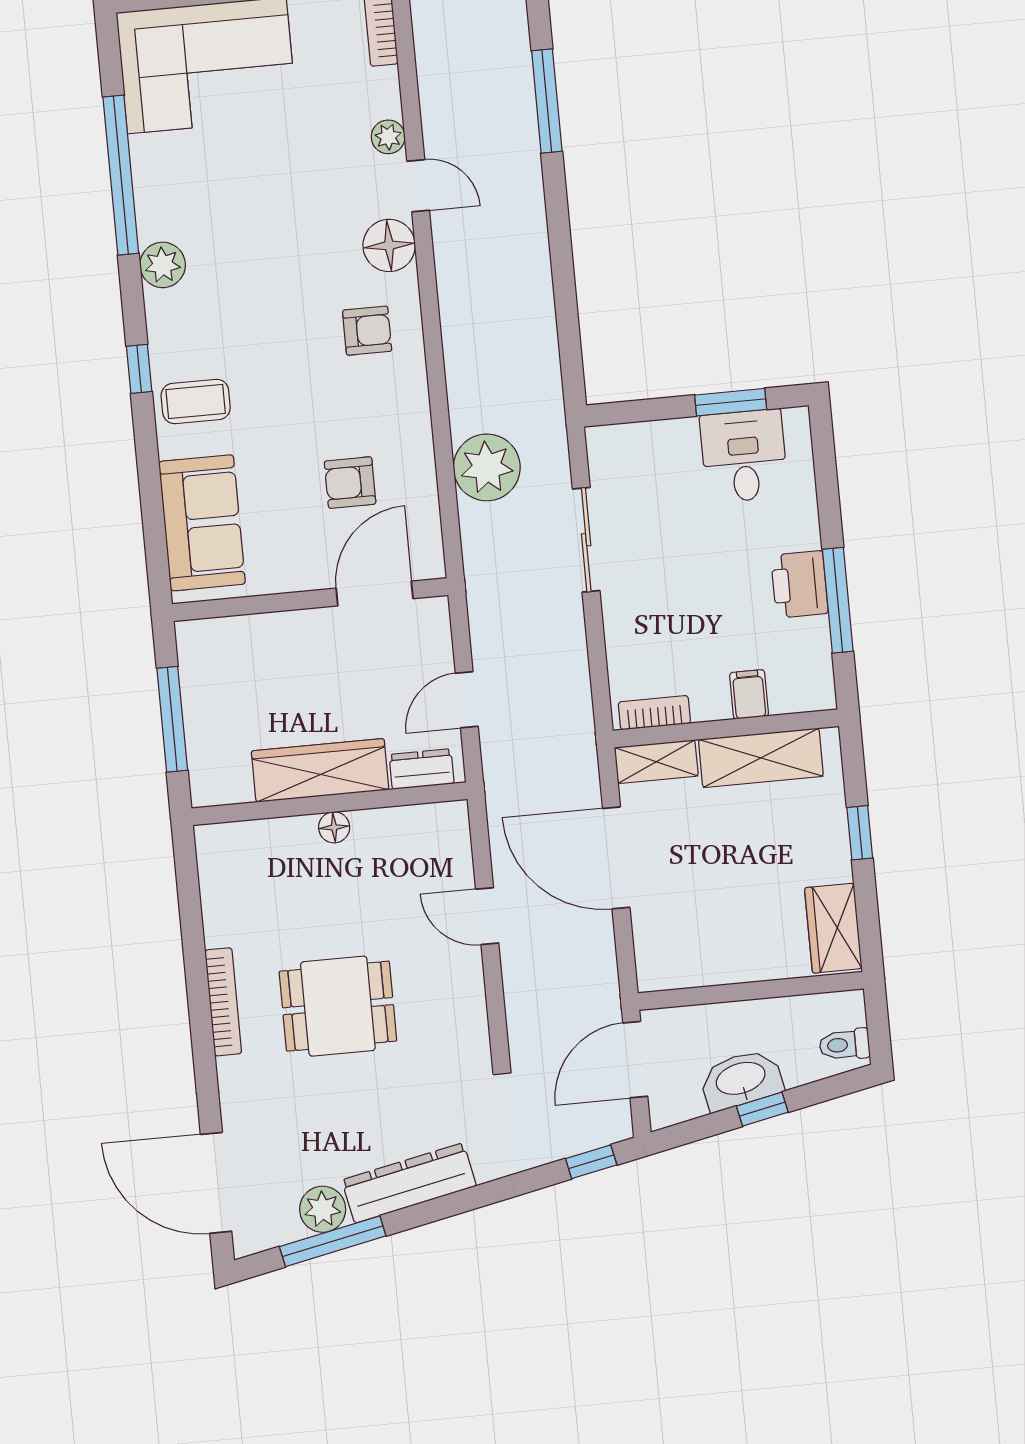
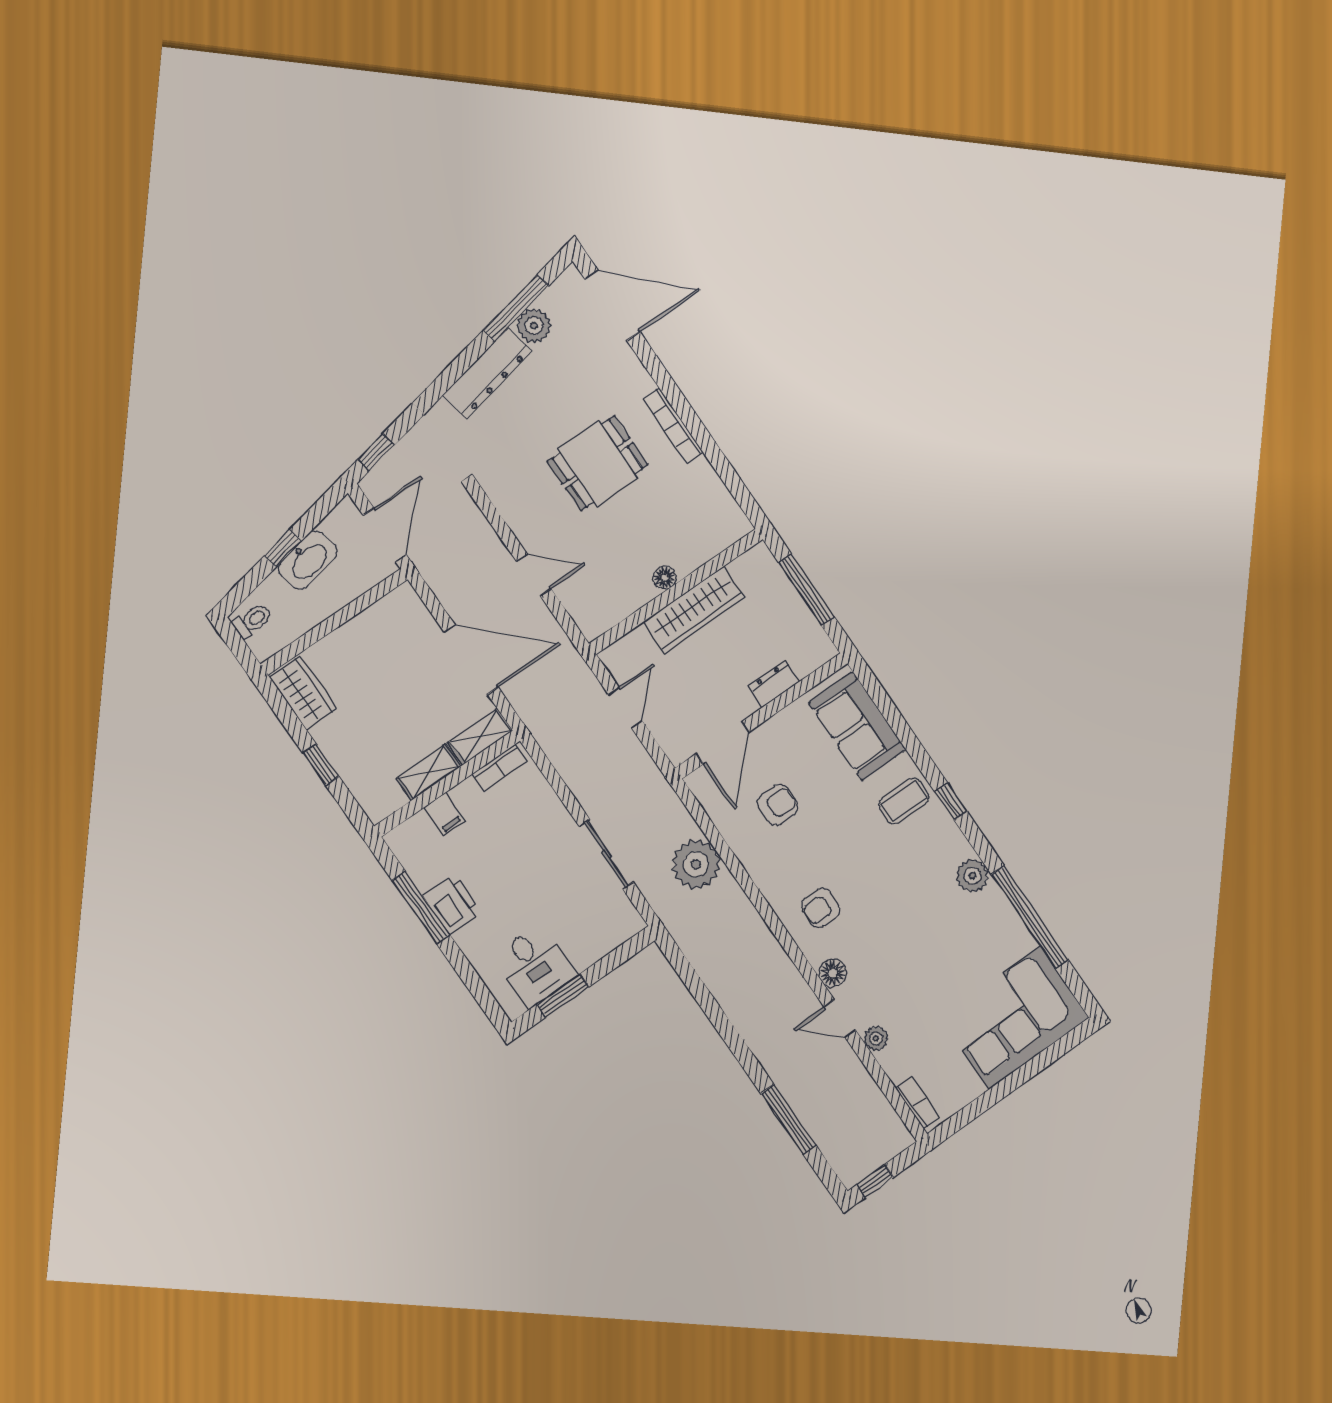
floor lamp: (389, 245) -> (833, 973), width x0.73, depth x0.73
shelving: (761, 758) -> (428, 772), width x0.67, depth x0.75
dresser: (422, 769) -> (774, 684), moved, turned 180

